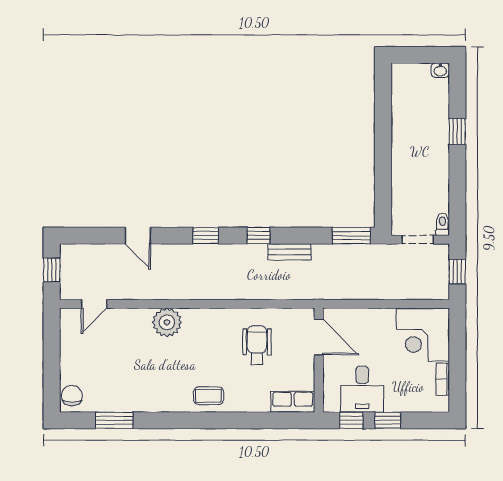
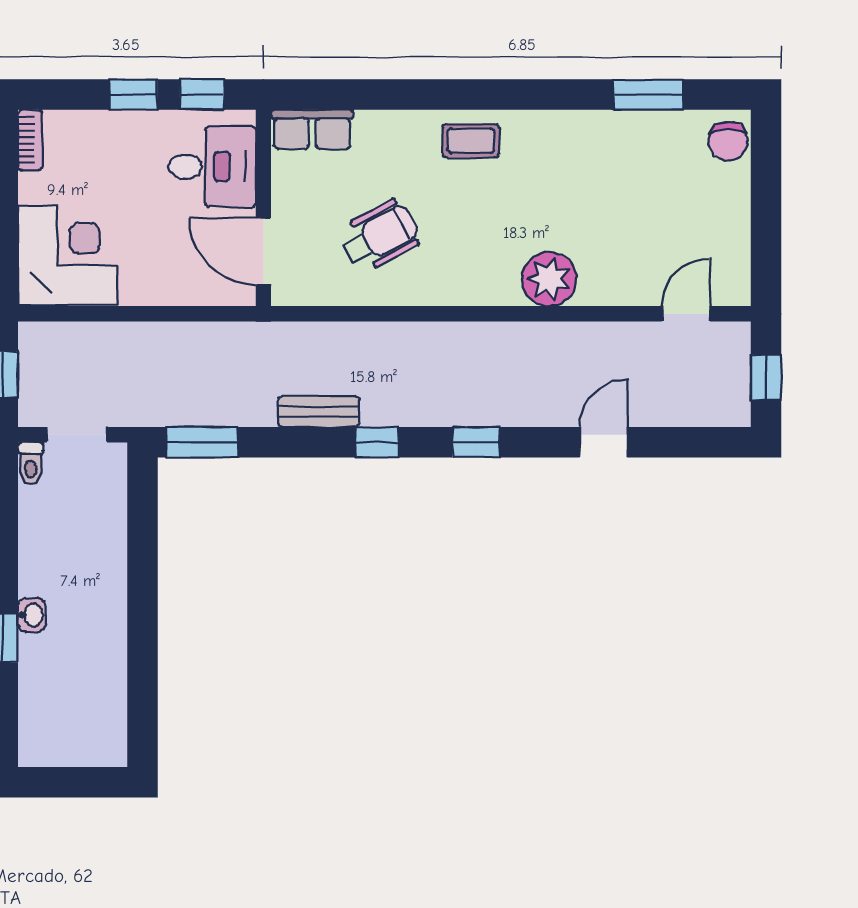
washbasin: (440, 70) -> (32, 615), moved, turned 90
door: (138, 236) -> (604, 442), hinge flipped
wheelchair: (257, 345) -> (380, 236), turned -119
bookcase: (443, 379) -> (30, 140), moved
desk: (362, 389) -> (212, 167), moved, turned 90

